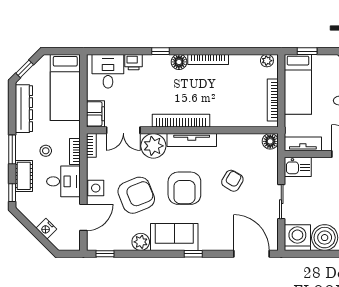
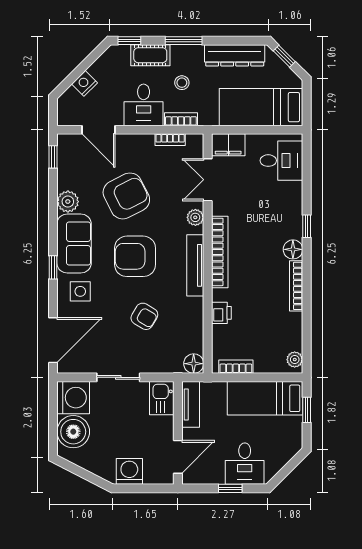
printer: (134, 62) -> (221, 313), moved, turned 180
bookcase: (273, 100) -> (236, 367), width x0.64
bookcase: (91, 145) -> (170, 140), moved
plant: (153, 146) -> (195, 217), width x0.53, depth x0.53
side table: (96, 188) -> (80, 291), moved
armchair: (136, 195) -> (126, 196), turned -95

